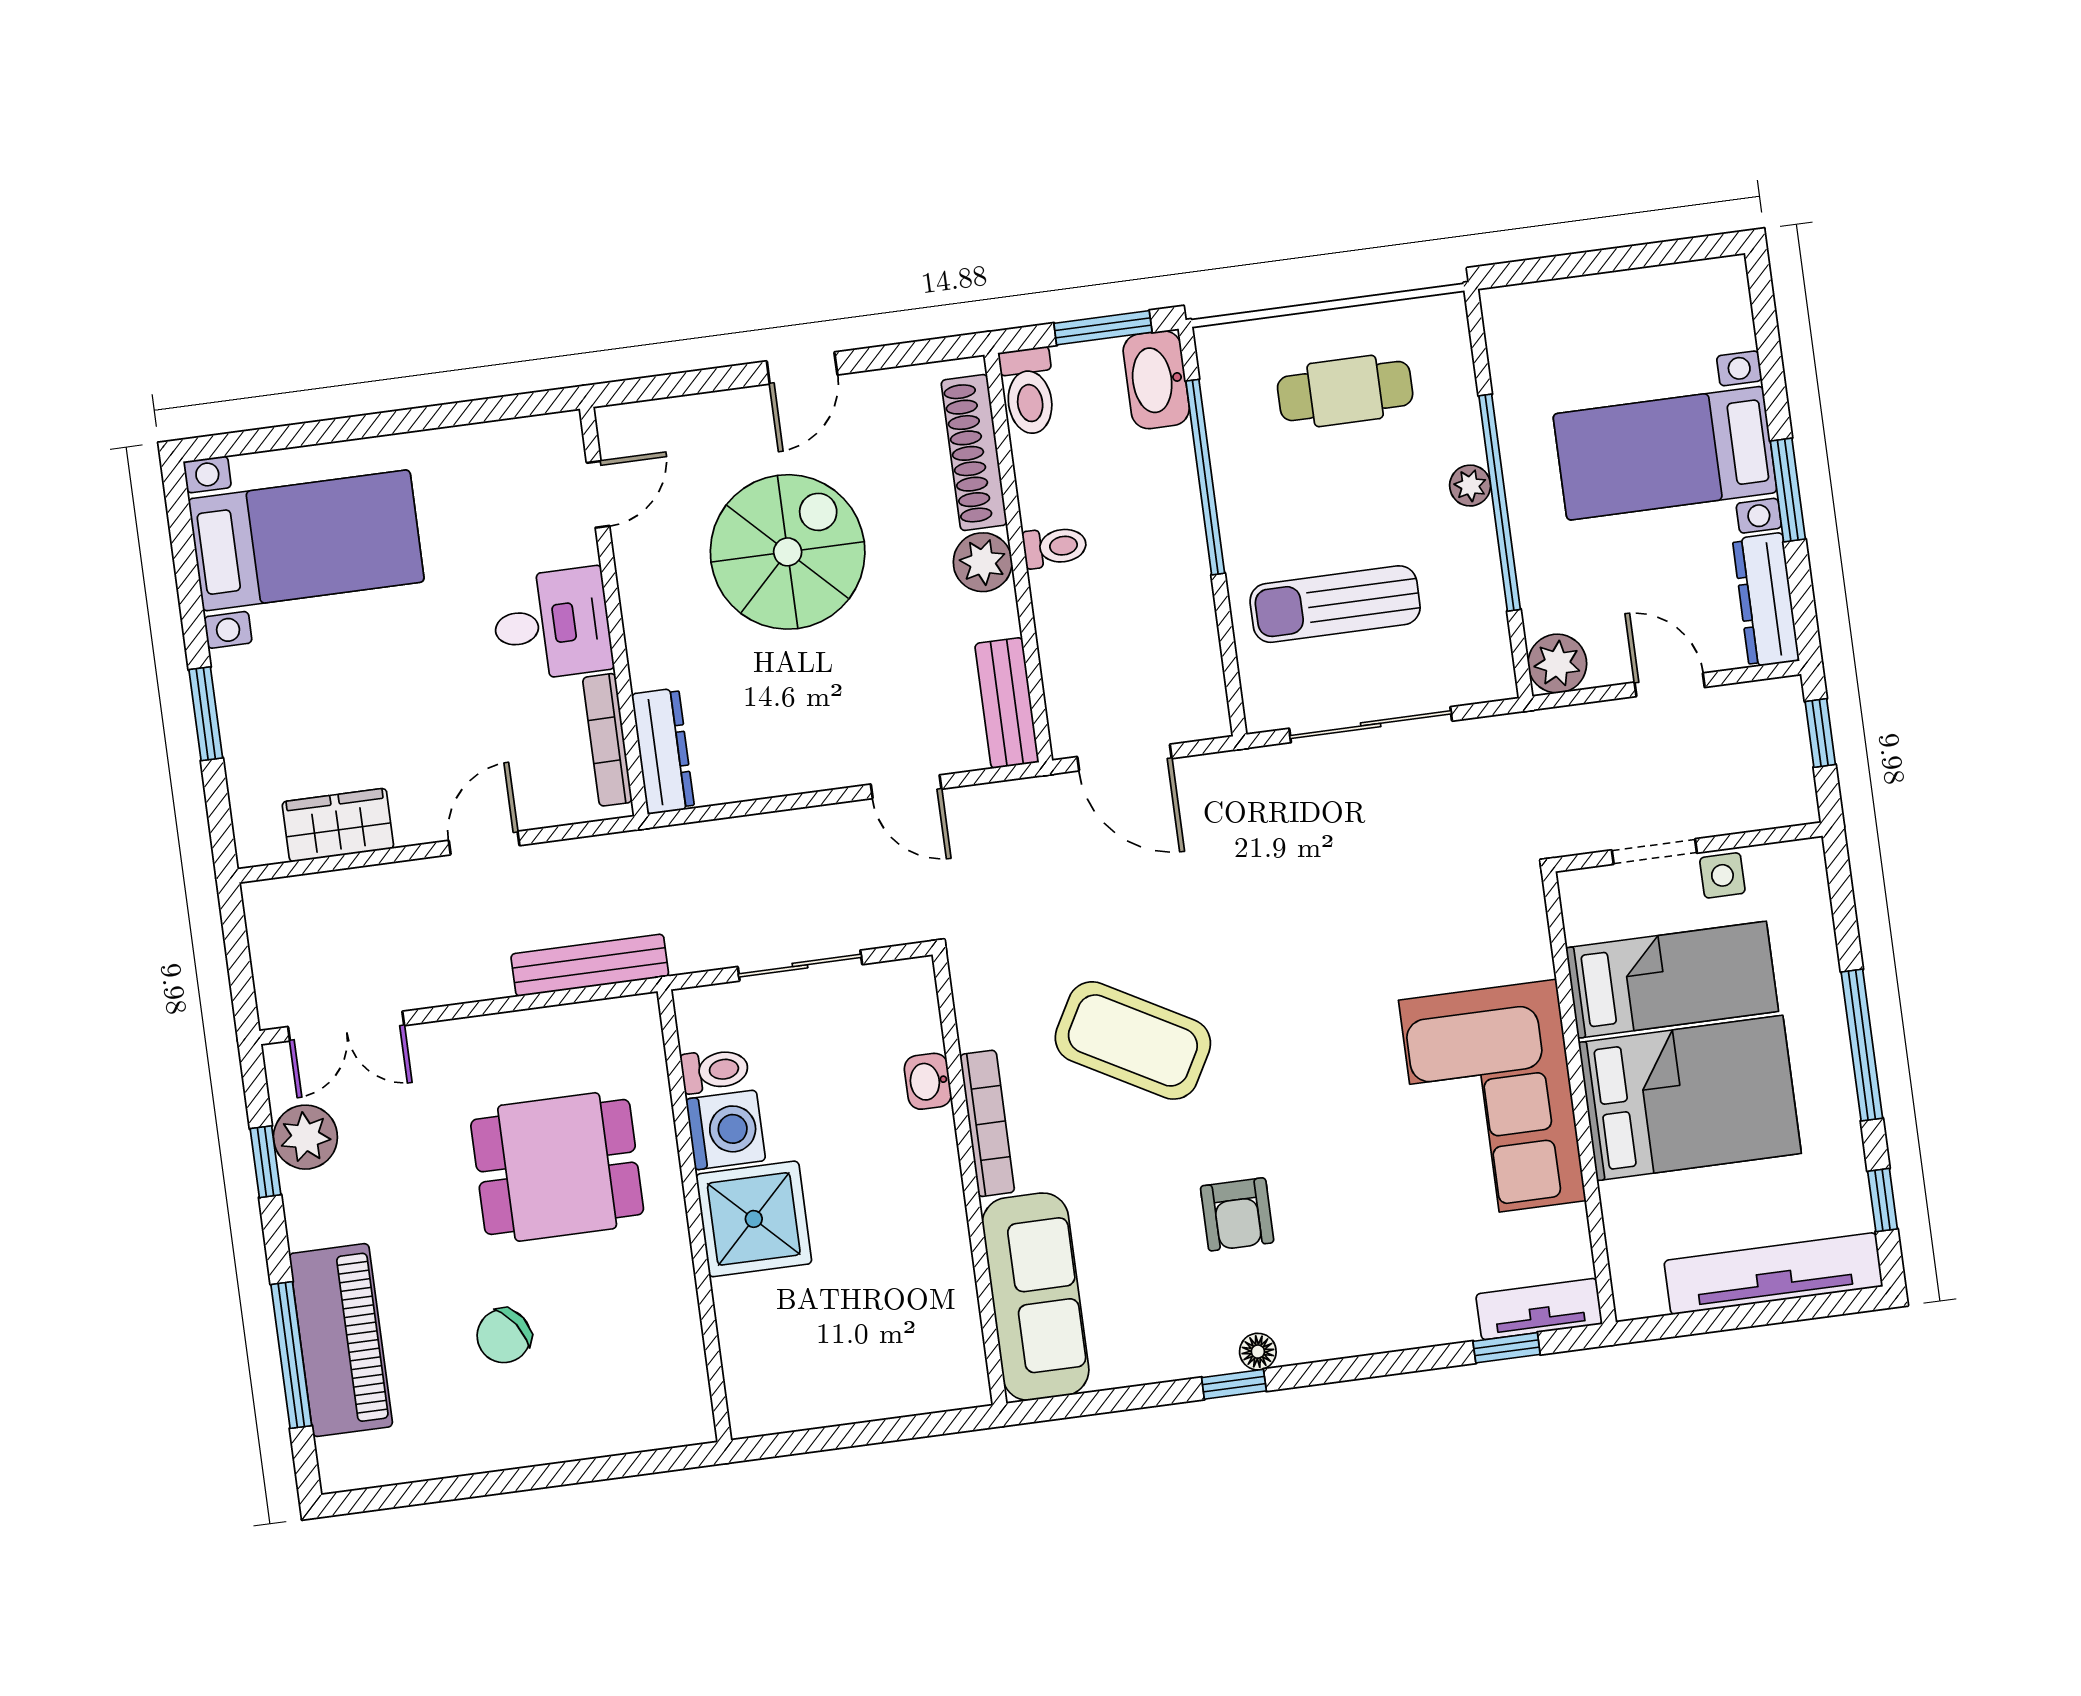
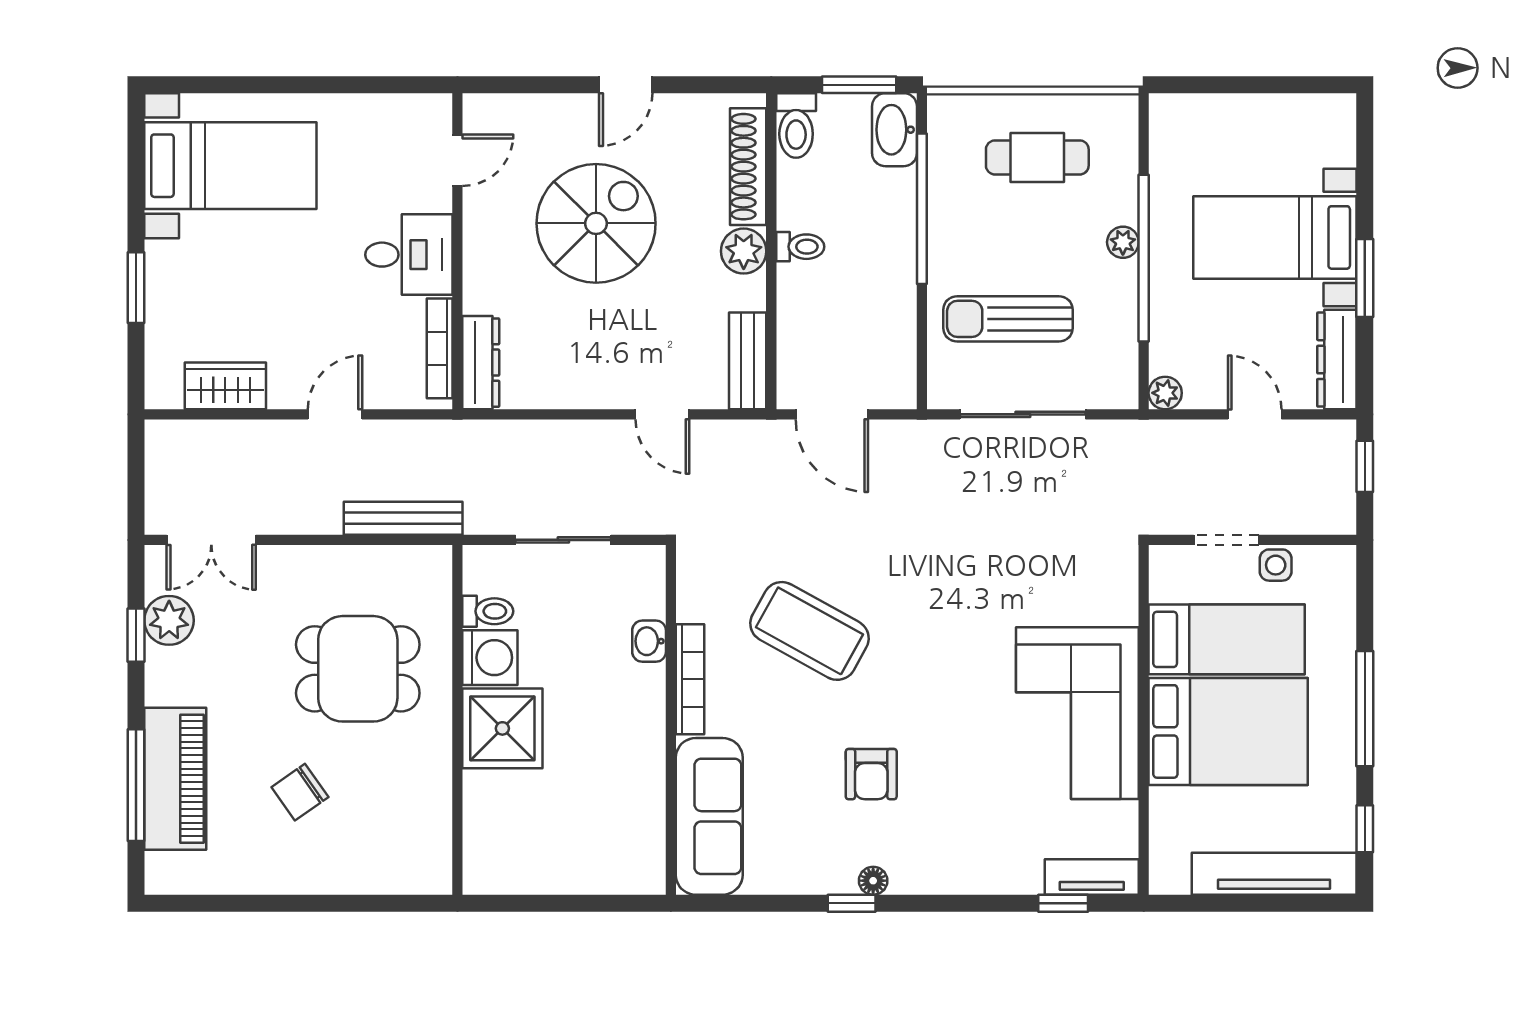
plant: (1557, 664) -> (1165, 393), width x0.73, depth x0.73

